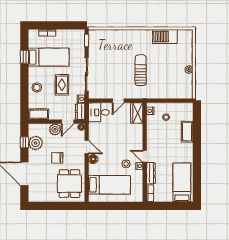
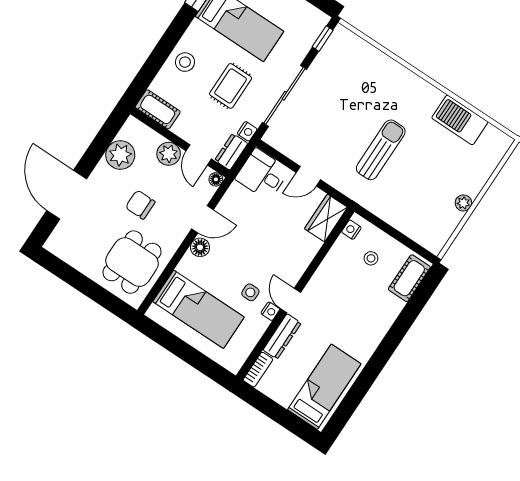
door: (68, 122) -> (199, 155), hinge flipped
cot: (187, 132) -> (409, 278), moved
window: (24, 142) -> (102, 141), removed
door: (87, 147) -> (202, 219), hinge flipped

